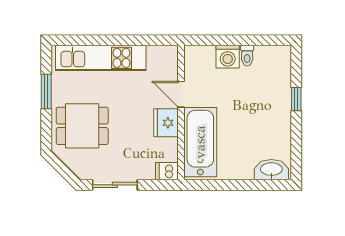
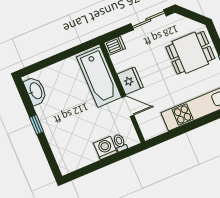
toilet: (247, 56) -> (120, 143), moved
window: (296, 99) -> (37, 125), moved
washbasin: (271, 170) -> (35, 91), moved, turned -90

